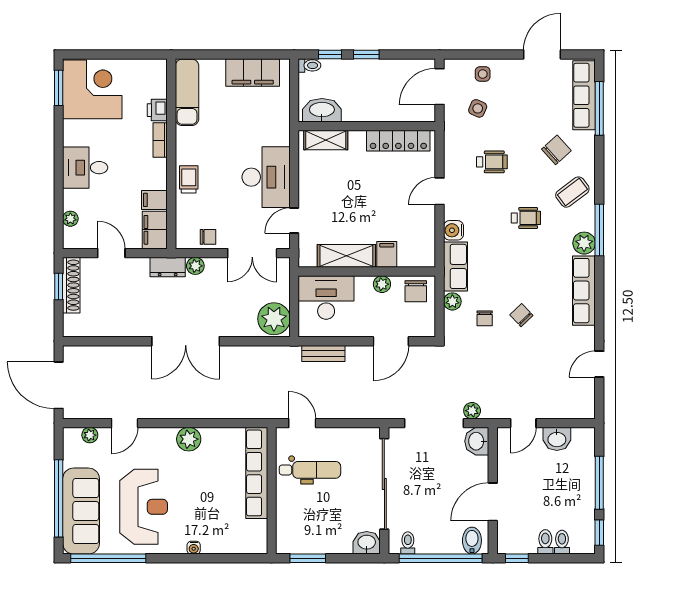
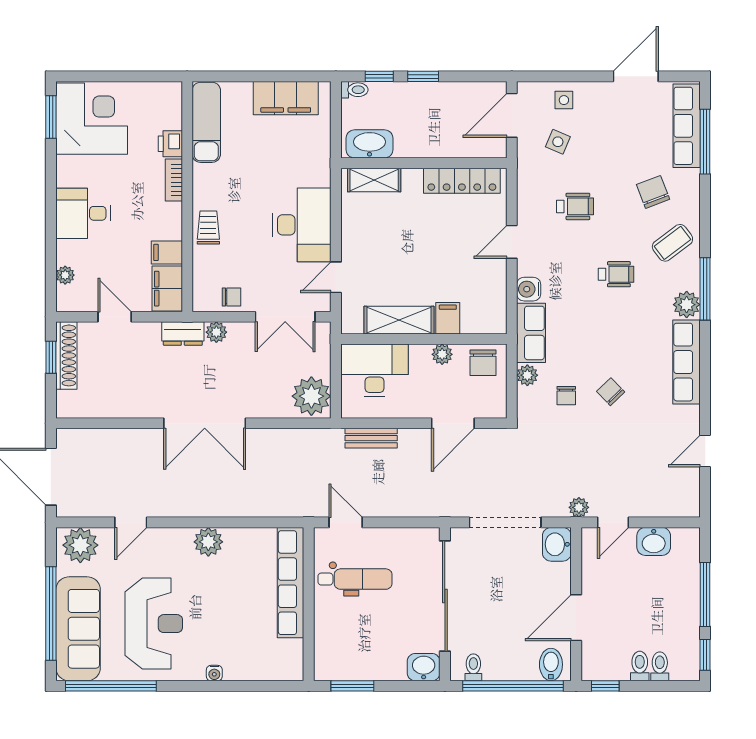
chair: (556, 150) -> (653, 192), turned -69
plant: (472, 411) -> (579, 507), moved
plant: (90, 435) -> (80, 545), width x1.88, depth x1.88

